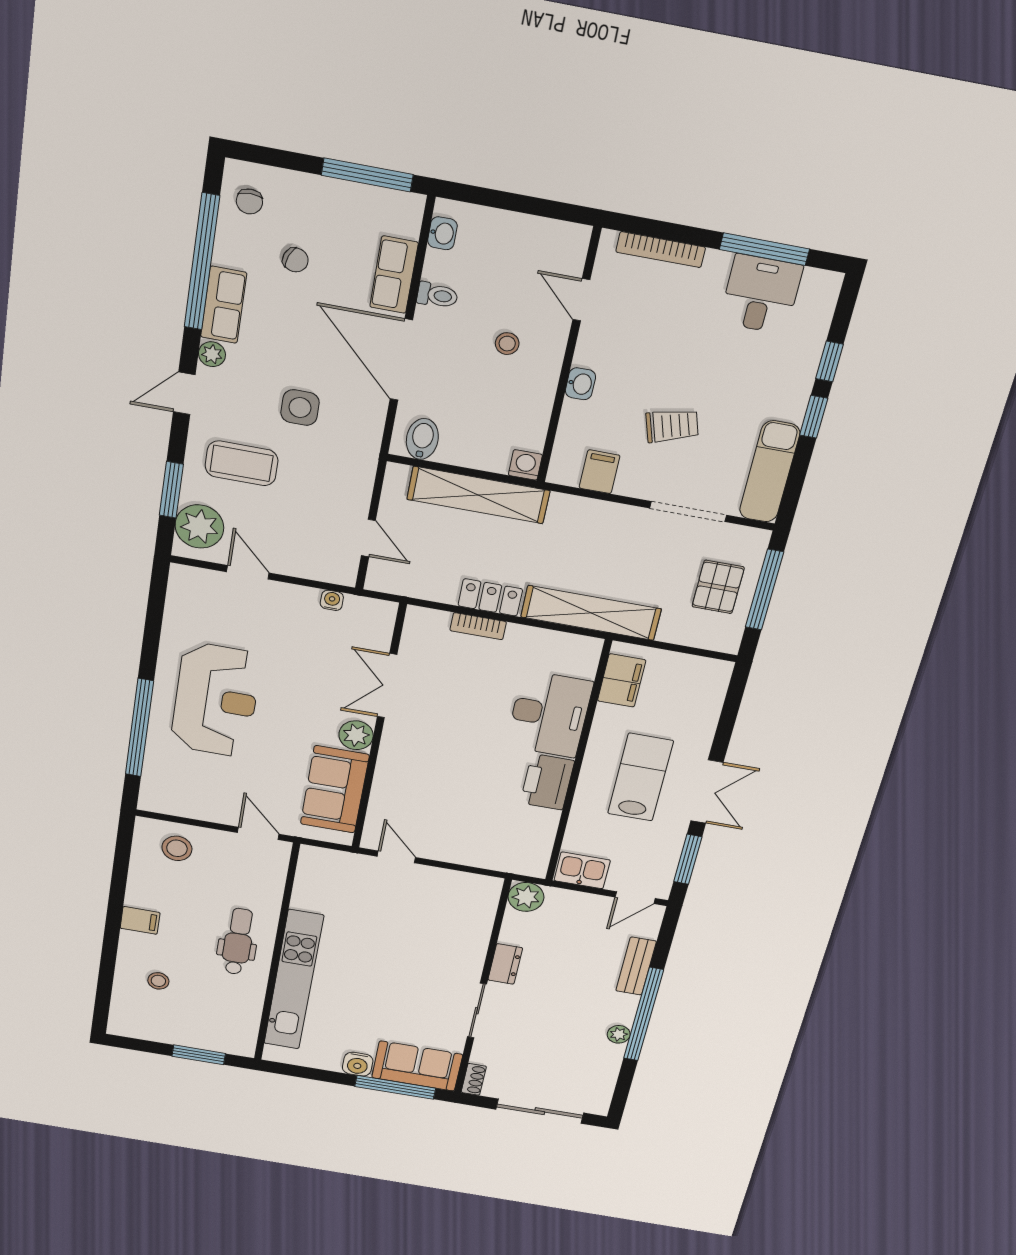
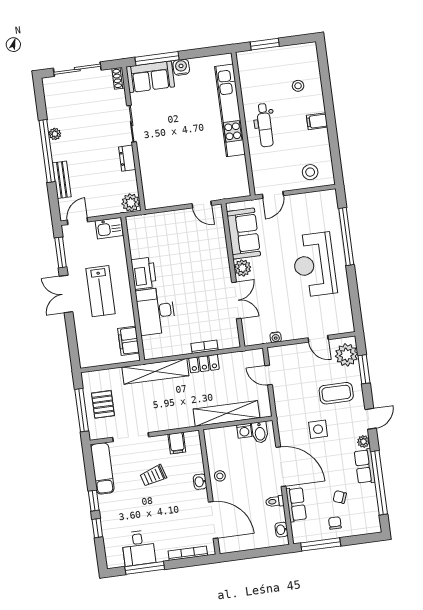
chair: (249, 201) -> (335, 523), moved
door: (581, 300) -> (213, 520), width x1.87
stool: (507, 344) -> (220, 476), moved
washing machine: (525, 465) -> (244, 431), moved
door: (258, 833) -> (273, 195), hinge flipped

